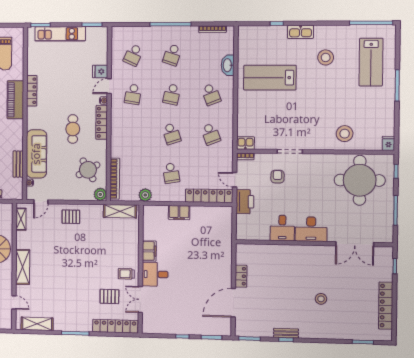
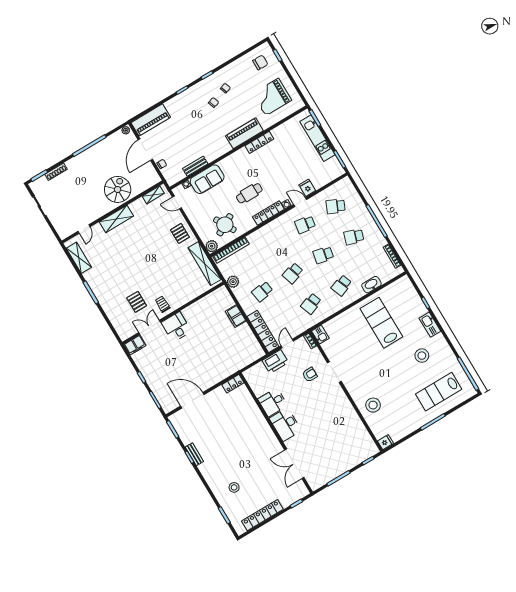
sofa: (36, 154) -> (207, 179), width x0.73
round table: (360, 180) -> (345, 438), removed
shelving: (120, 211) -> (205, 264), width x1.47
filing cabinet: (149, 251) -> (135, 345), moved
locker: (241, 276) -> (233, 384), moved
stool: (321, 299) -> (234, 487), moved
locker: (115, 326) -> (116, 320), removed

